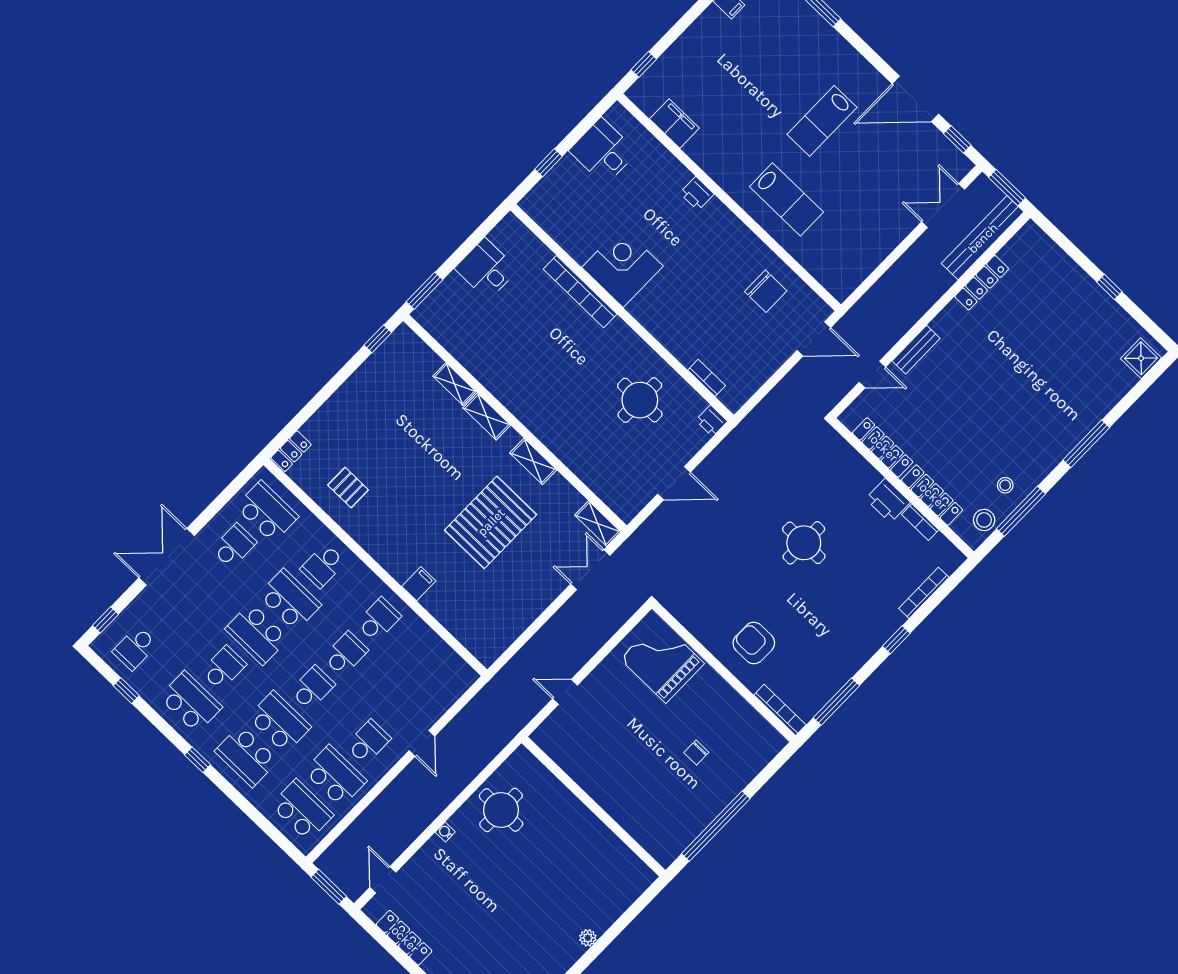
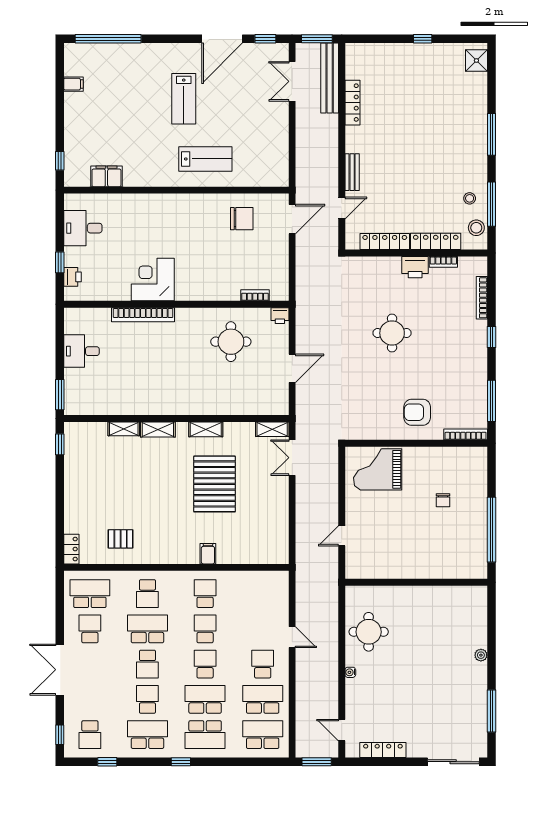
printer: (697, 194) -> (72, 277), moved, turned -90
school desk: (257, 634) -> (147, 664), width x0.54

